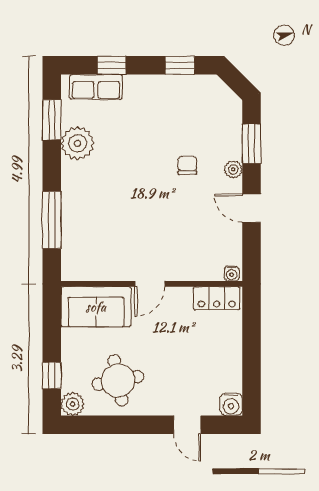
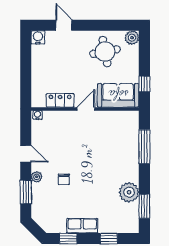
row of seats: (96, 87) -> (82, 226), moved
locker: (217, 298) -> (60, 100), moved
window: (52, 375) -> (144, 84), moved

